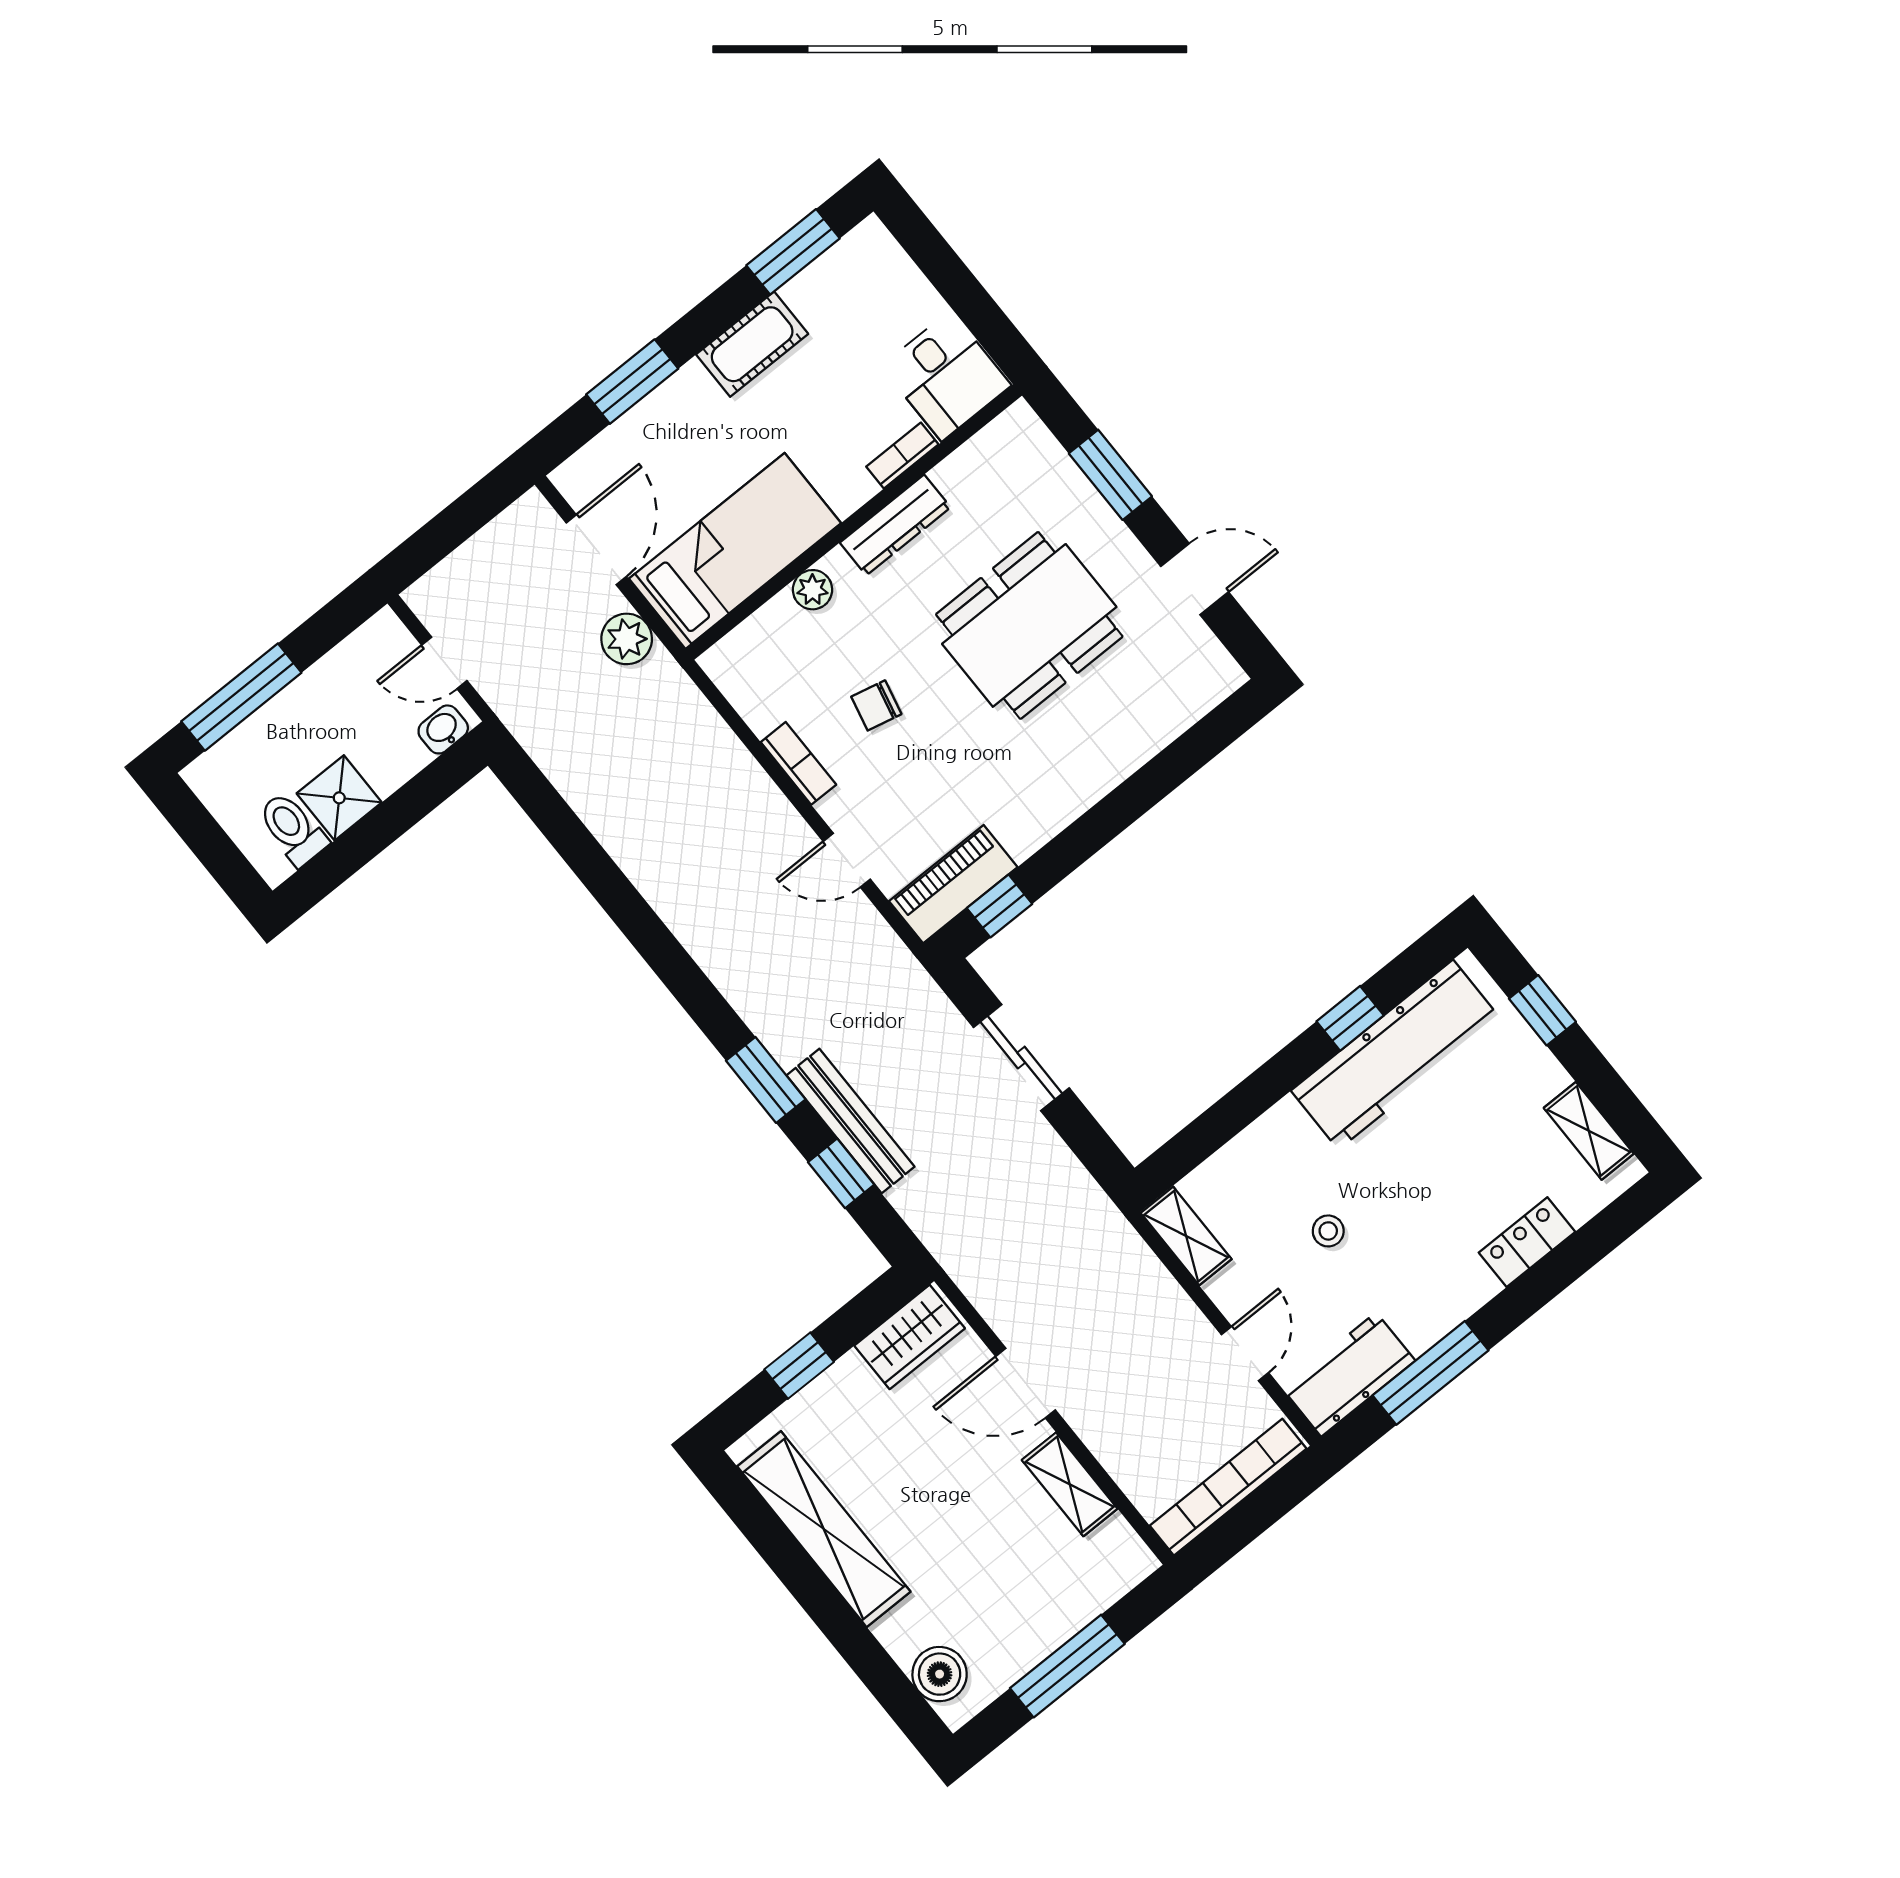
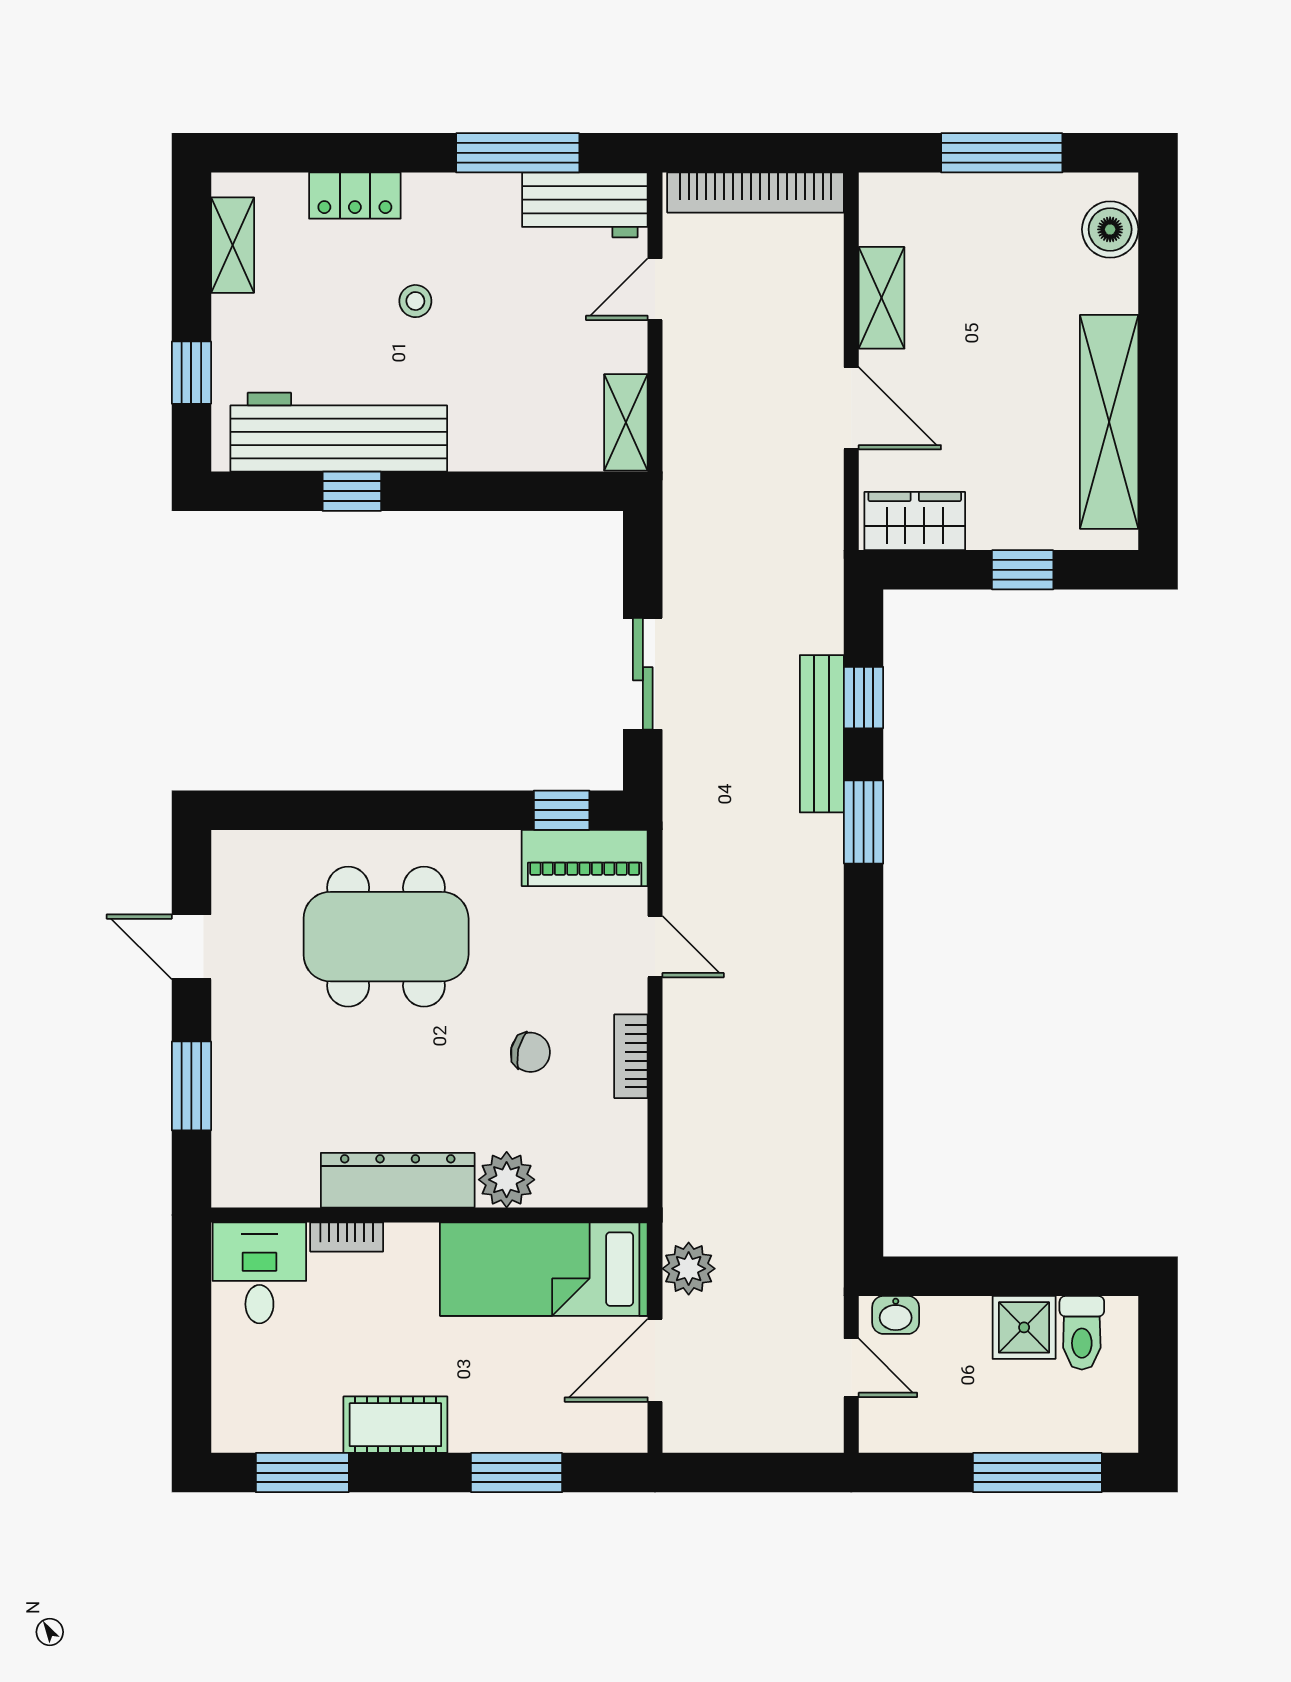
dresser: (895, 525) -> (398, 1180), width x1.37, depth x1.24
plant: (813, 590) -> (507, 1180), width x1.38, depth x1.38
dining table: (1029, 625) -> (386, 937), moved
stool: (1328, 1231) -> (415, 301), moved

